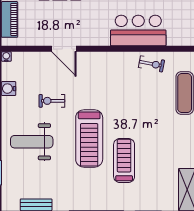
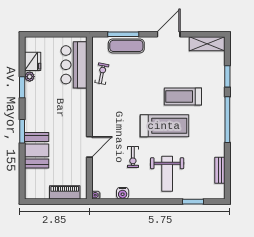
bar counter: (138, 30) -> (74, 65), moved

